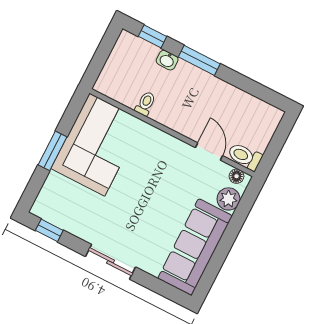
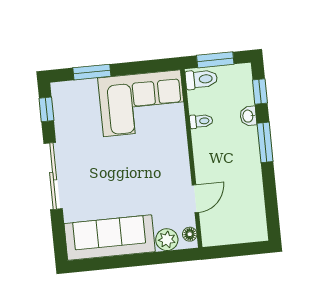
window: (100, 57) -> (215, 60), added
window: (53, 151) -> (92, 72), moved
toilet: (245, 156) -> (201, 79), moved, turned 90
sliding door: (111, 262) -> (53, 176), width x1.37

